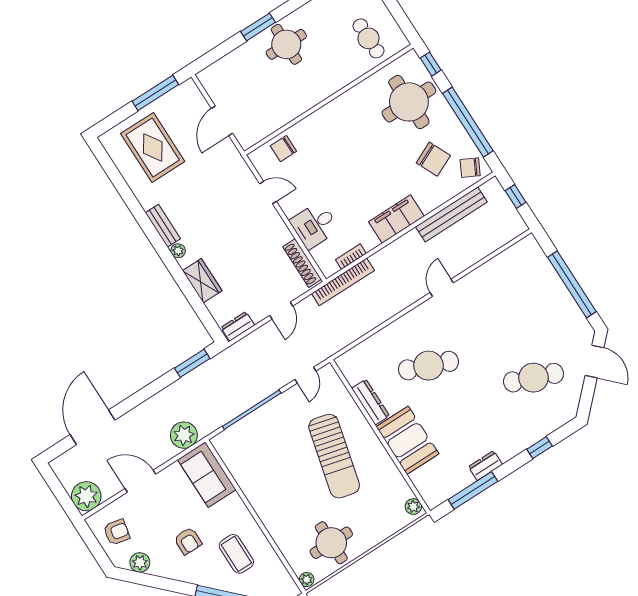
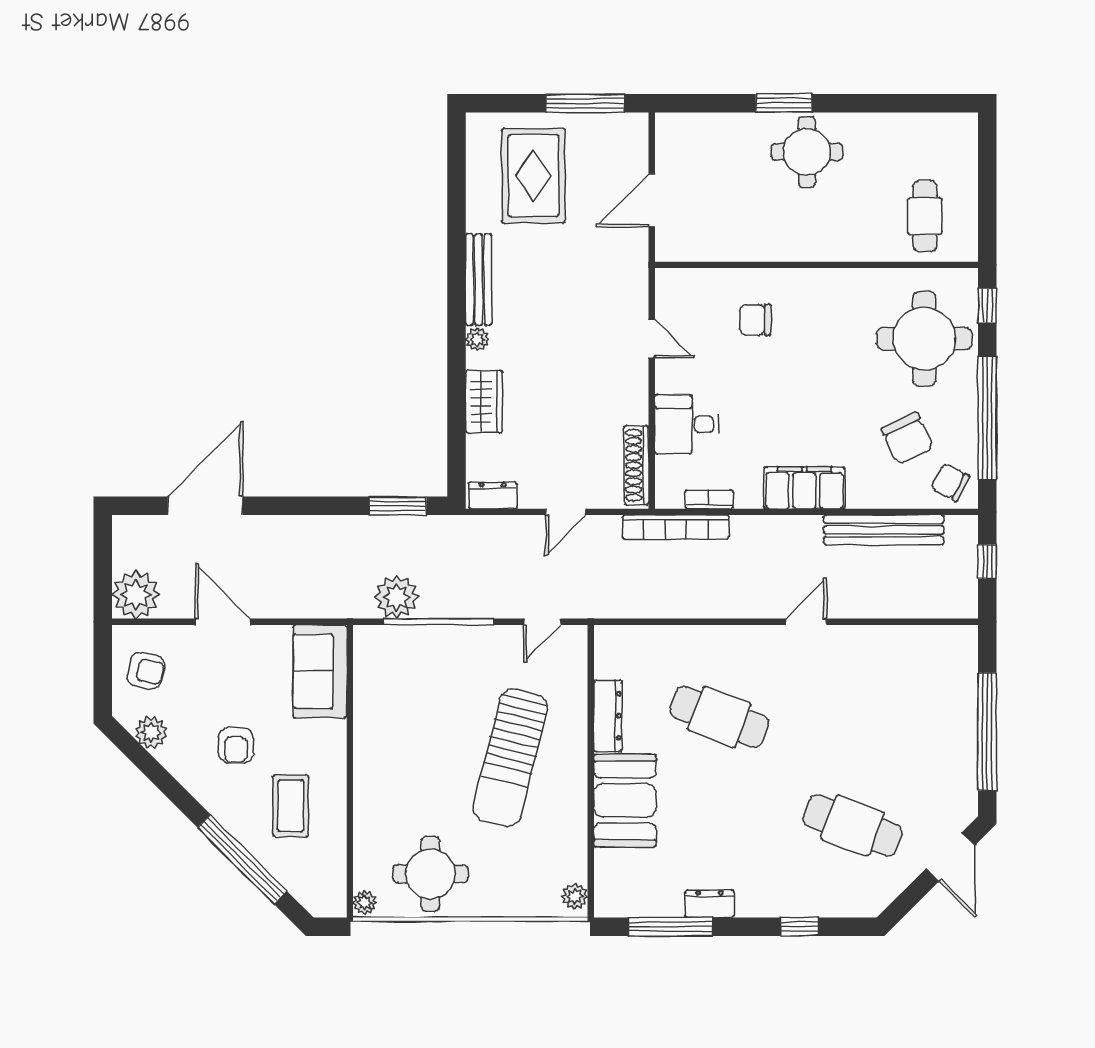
chair: (283, 149) -> (755, 320), moved
bench: (163, 226) -> (479, 280), width x1.36
plant: (184, 435) -> (397, 597), moved

